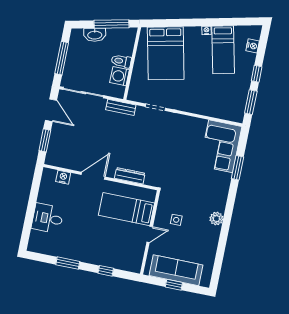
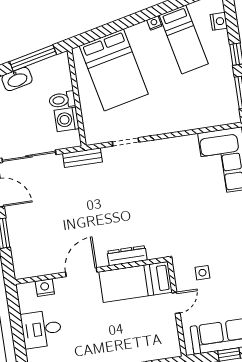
door: (93, 176) -> (81, 272), moved
dresser: (130, 176) -> (127, 256), moved
nightstand: (63, 177) -> (45, 288), moved
wall: (101, 177) -> (91, 271), moved

